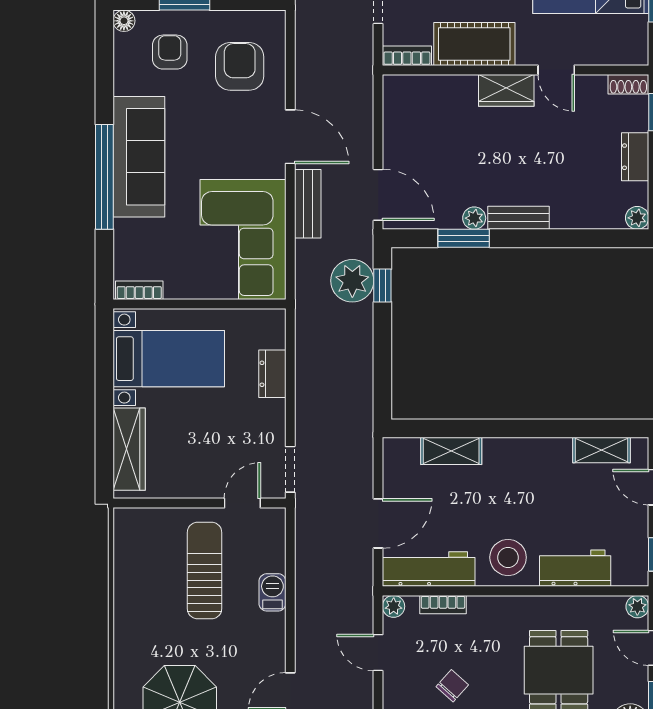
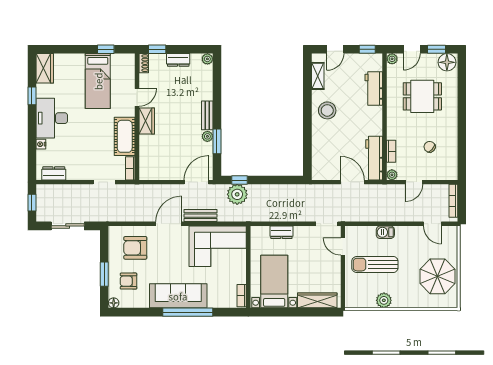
shelving: (451, 451) -> (318, 147), removed
stool: (508, 557) -> (327, 110), moved
plant: (129, 589) -> (384, 300), added

